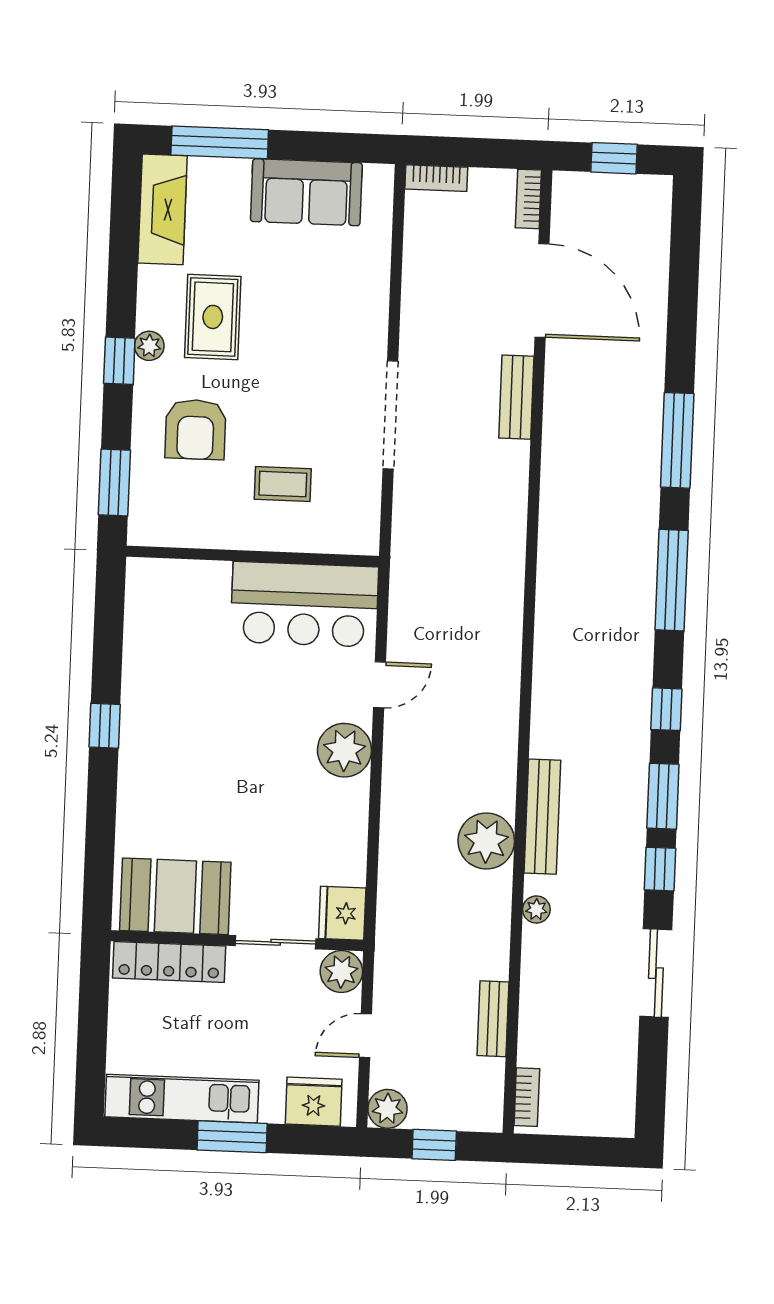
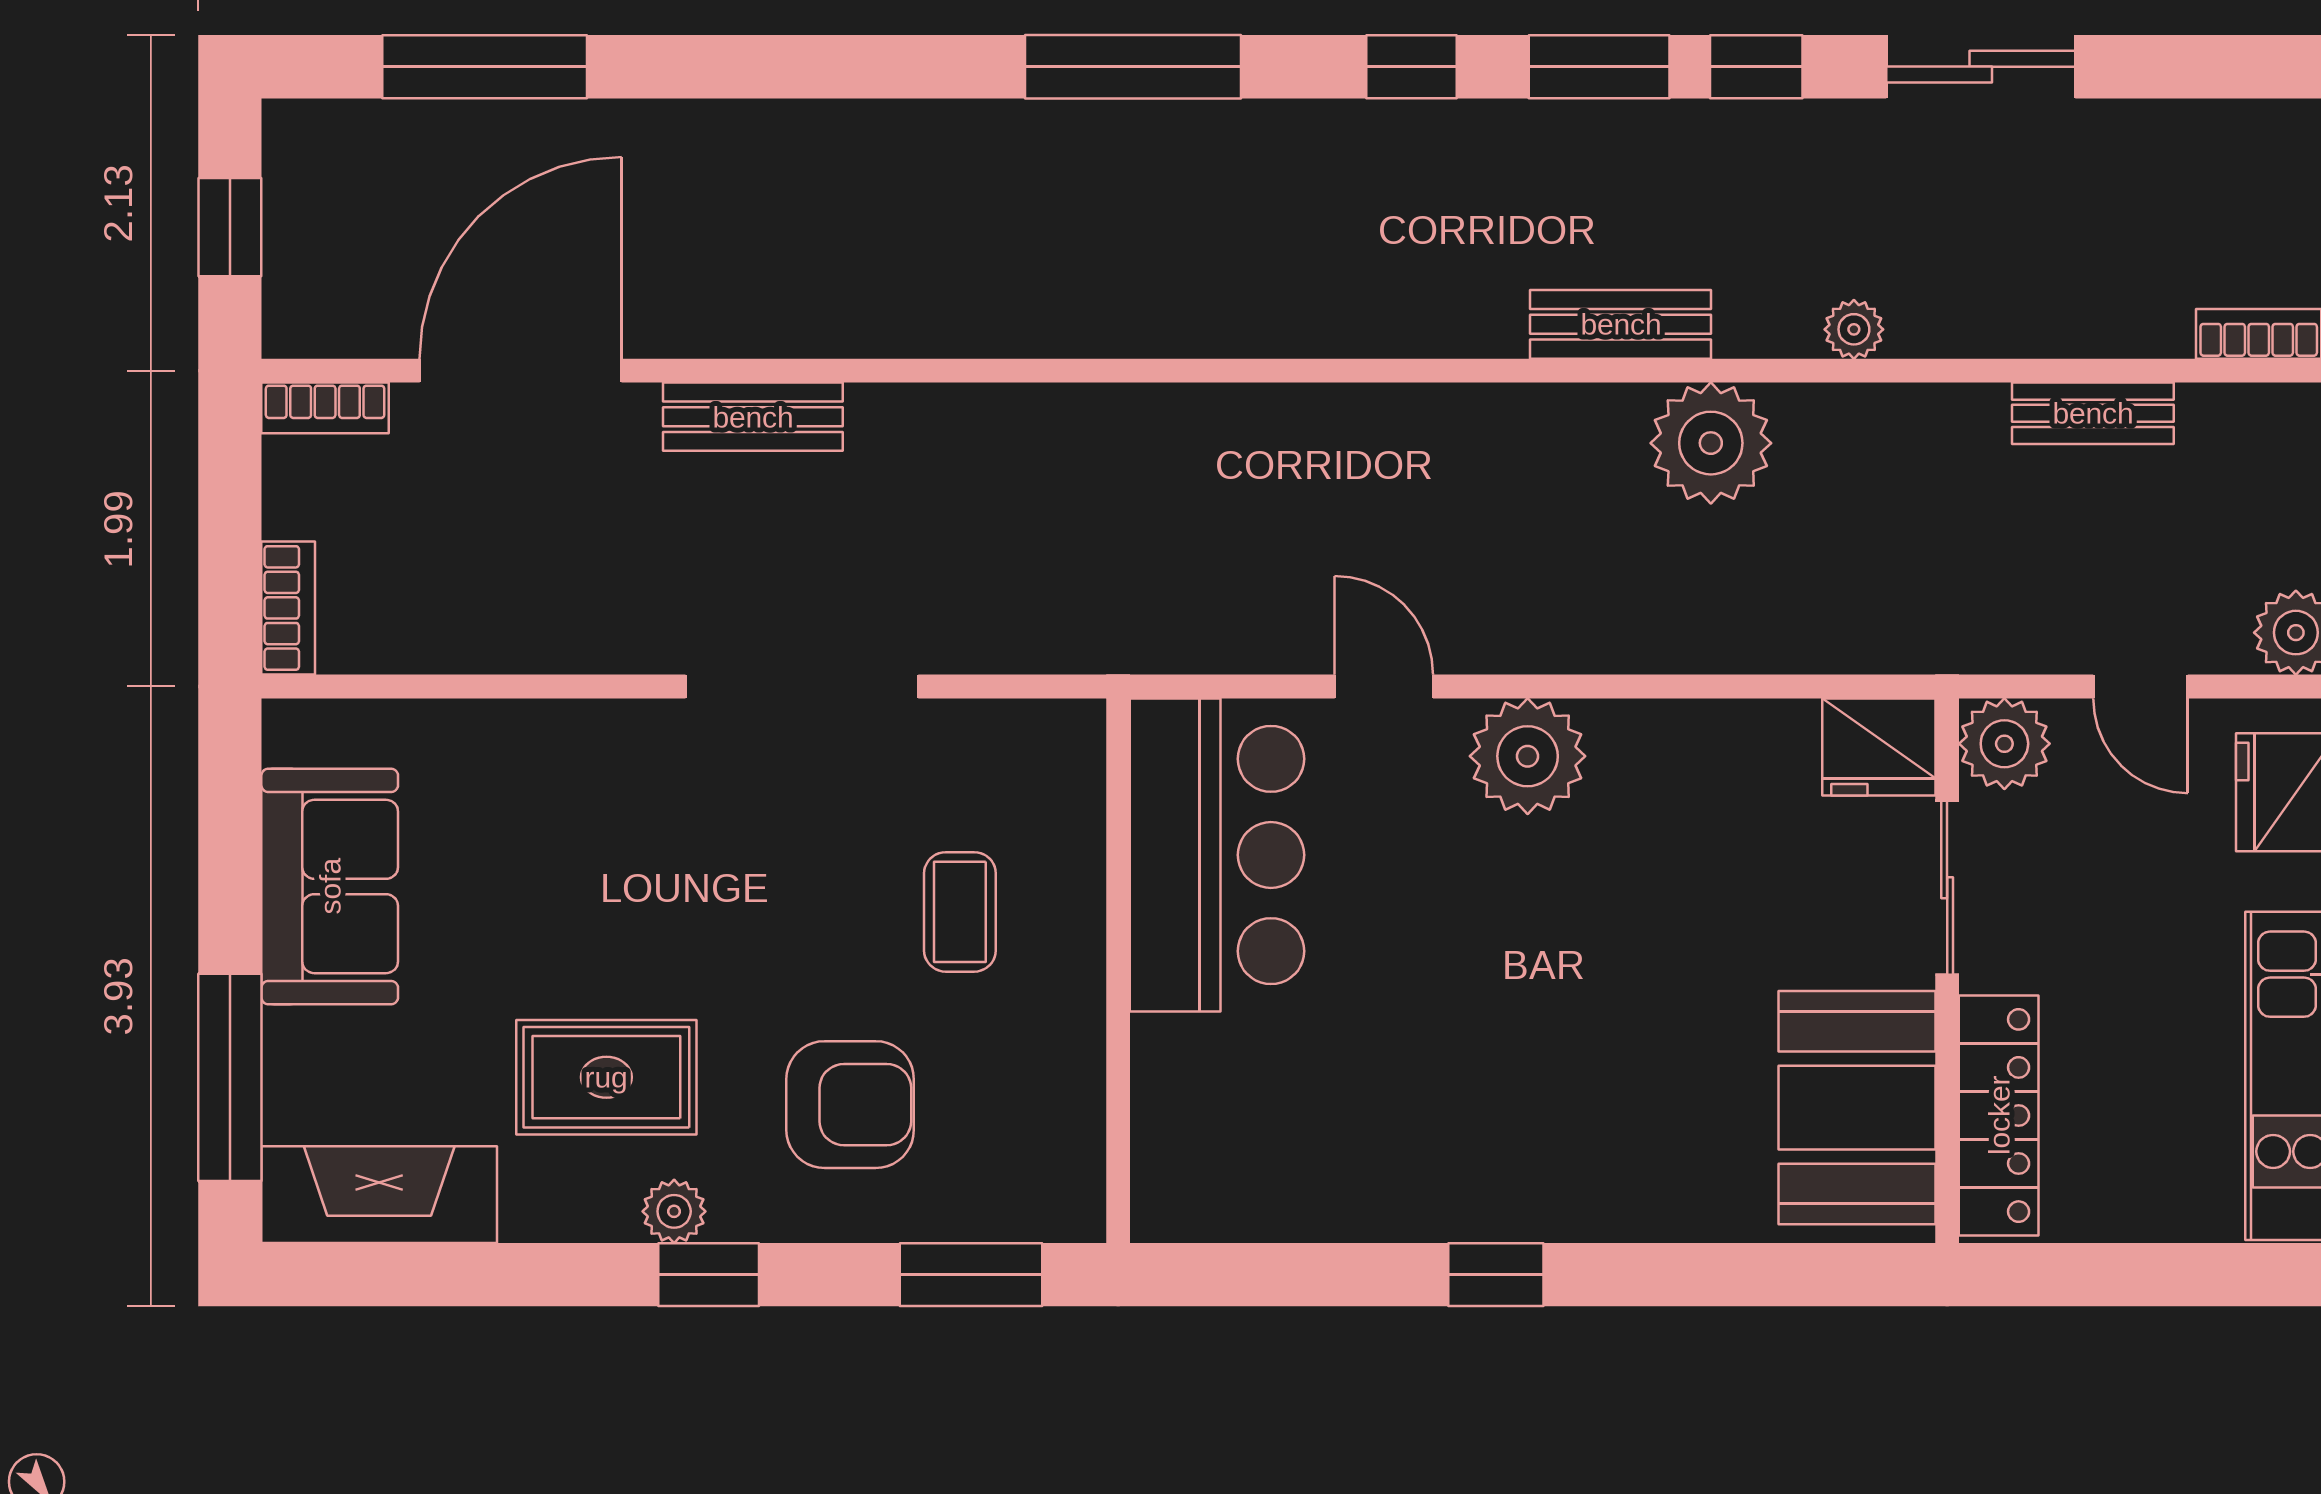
window: (677, 440) -> (485, 67), moved
bench: (542, 817) -> (1621, 324), width x0.73

